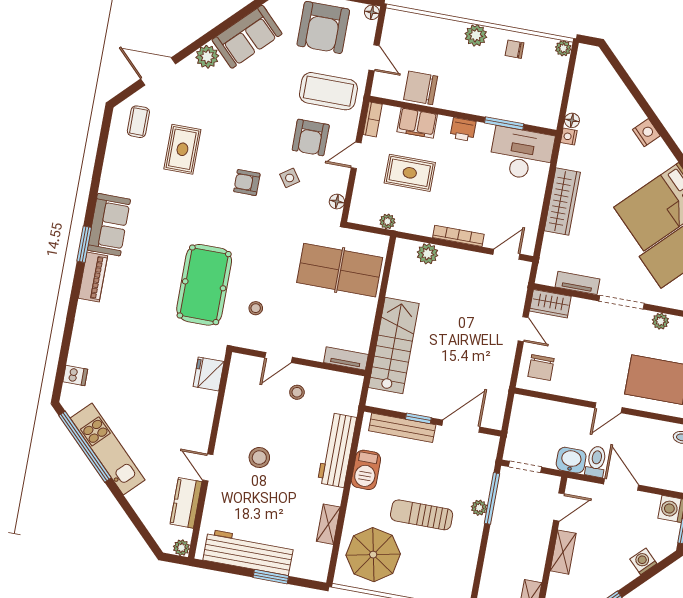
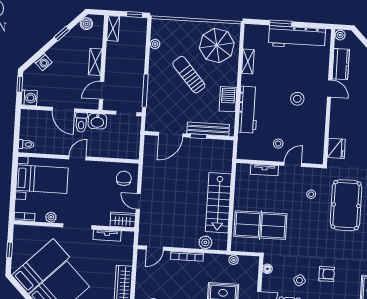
stairs: (394, 346) -> (218, 203), moved
tv unit: (346, 358) -> (264, 170), moved
plant: (479, 508) -> (155, 44), moved
sun lounger: (422, 515) -> (189, 75), turned -131

